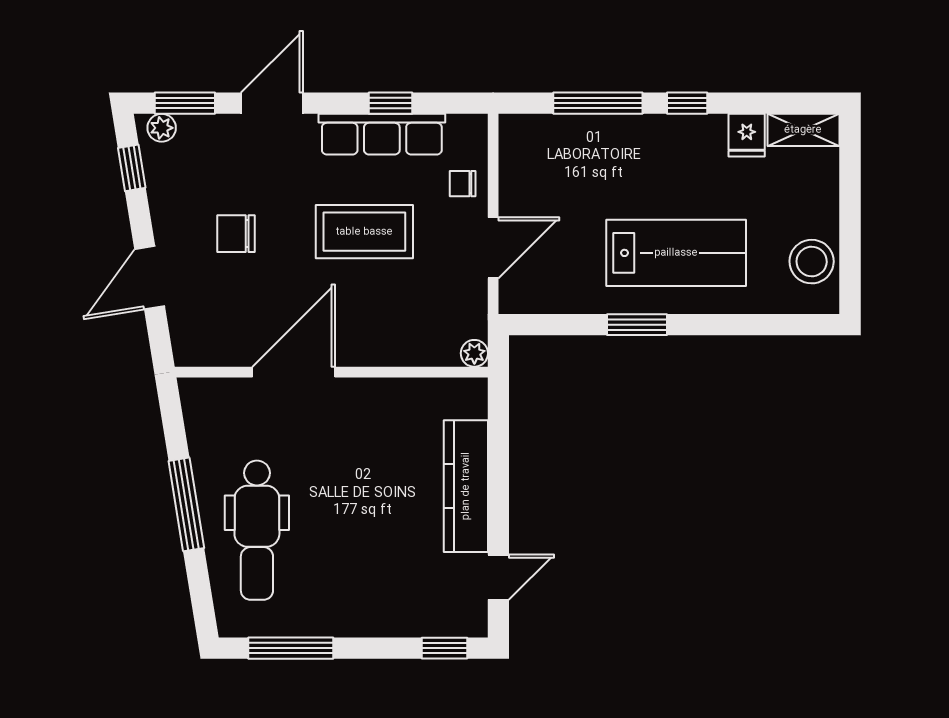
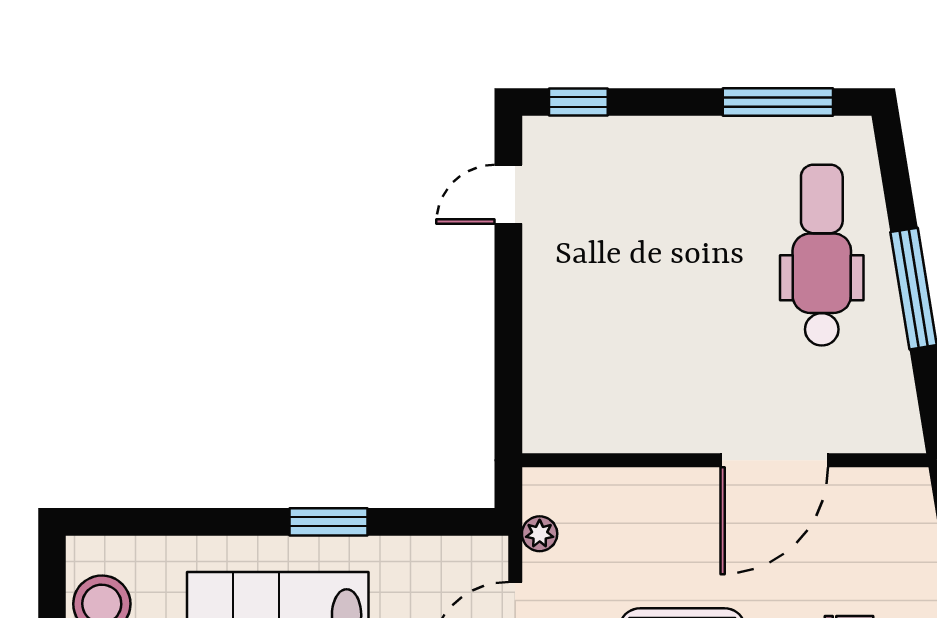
plant: (474, 353) -> (540, 534), moved
kitchen counter: (466, 486) -> (551, 312), removed

